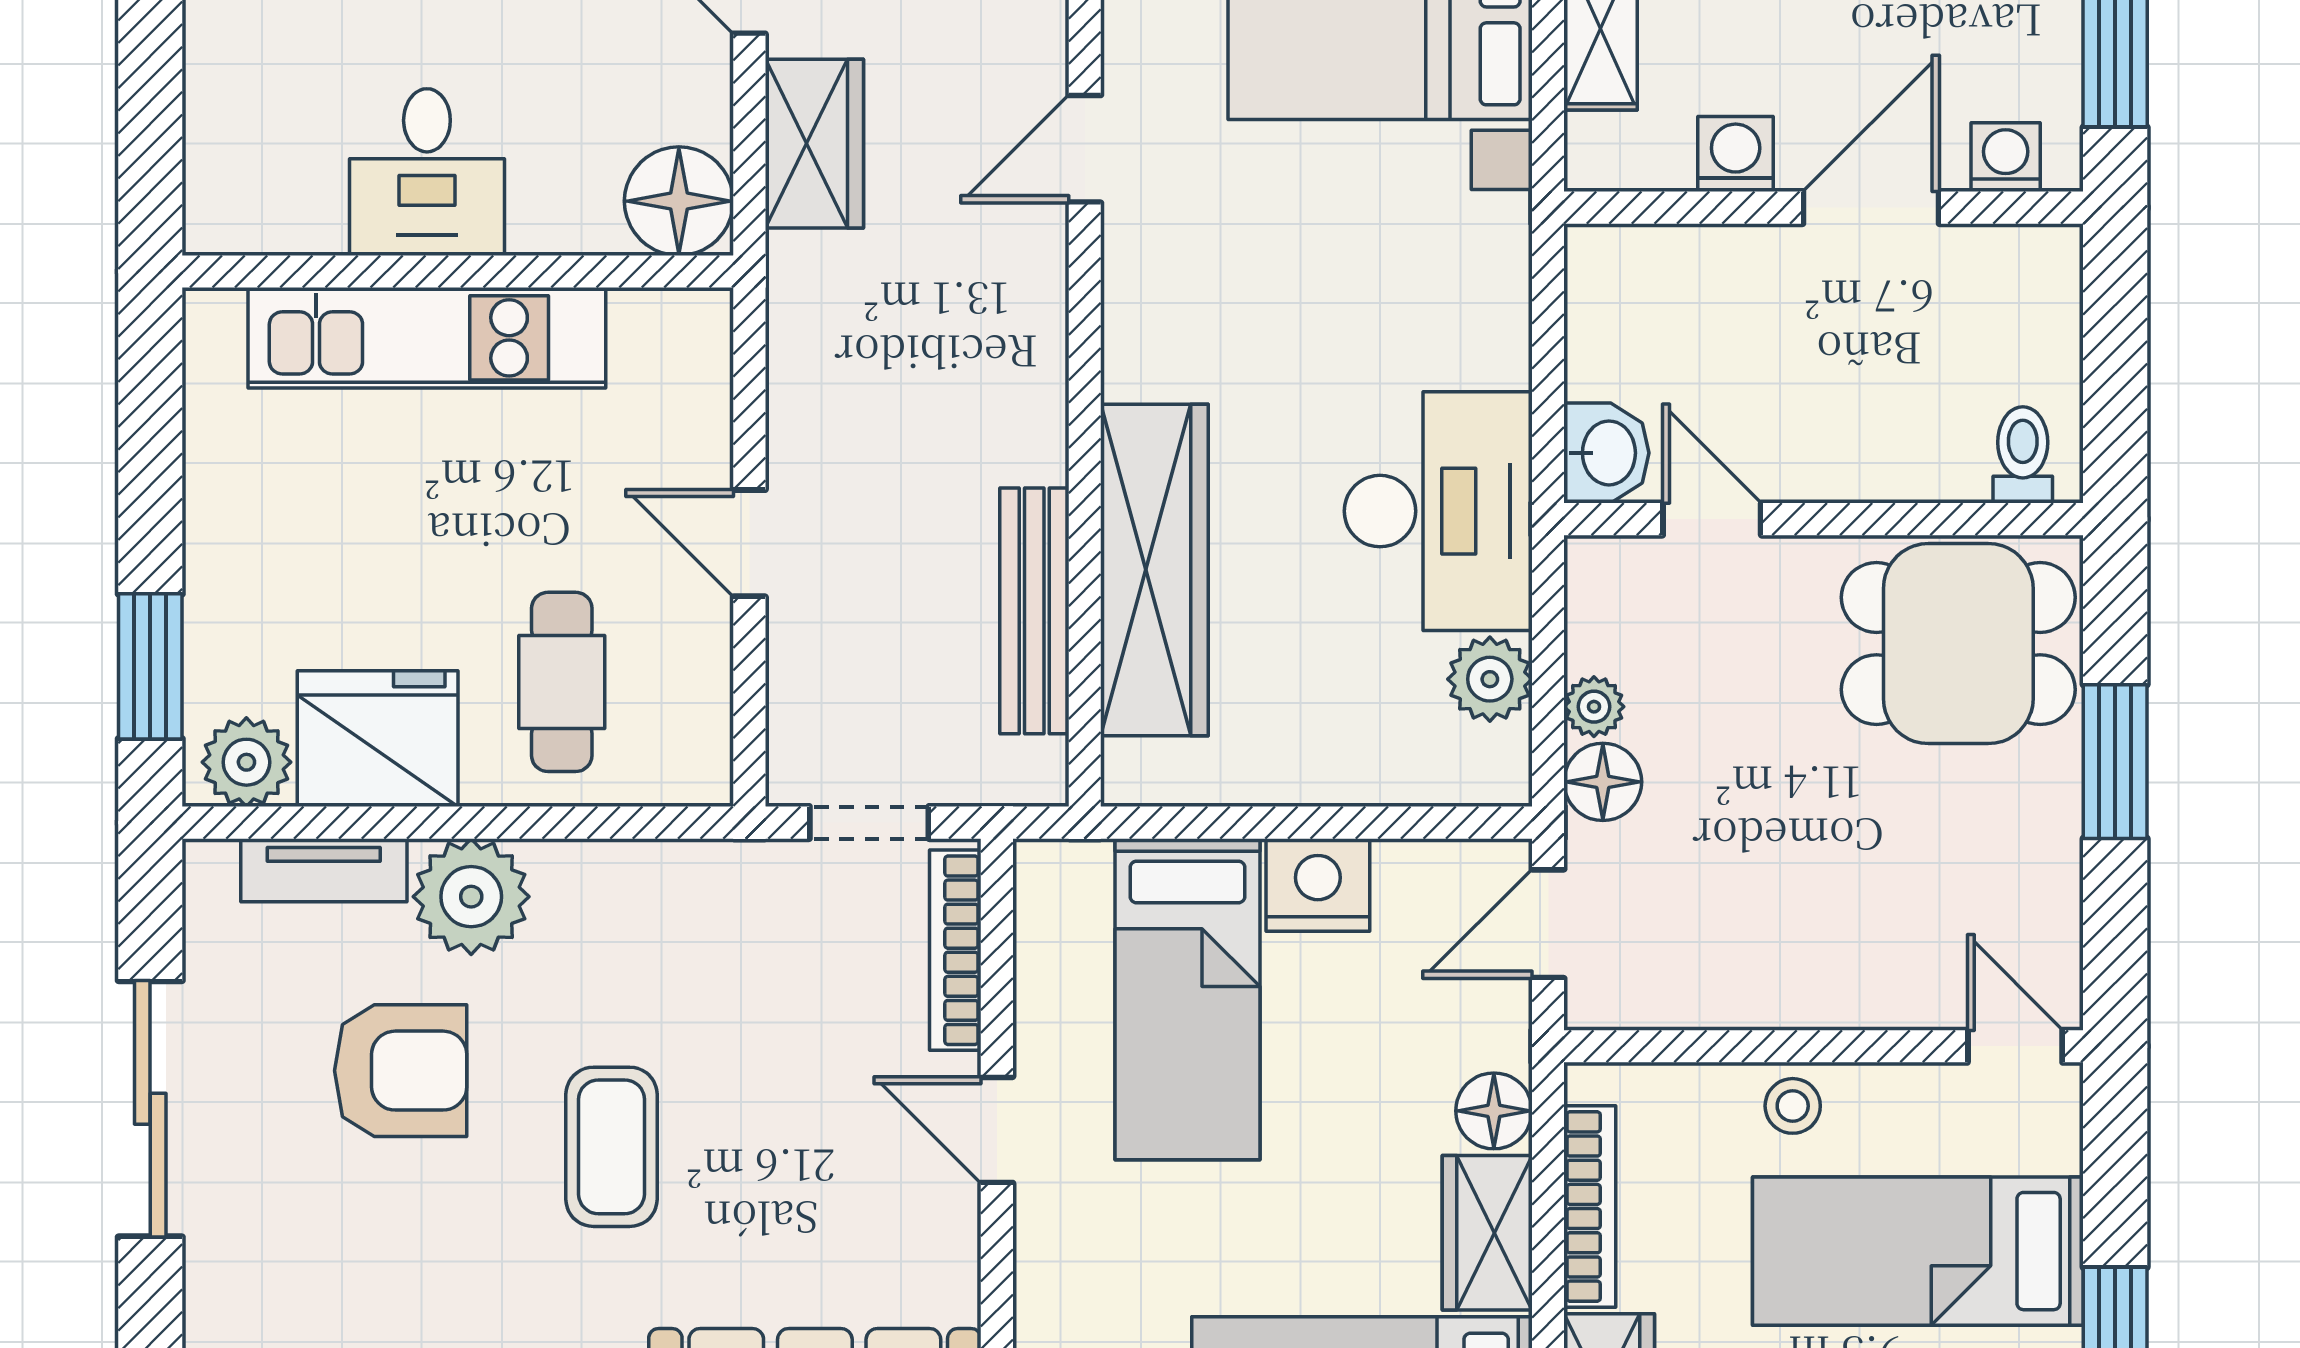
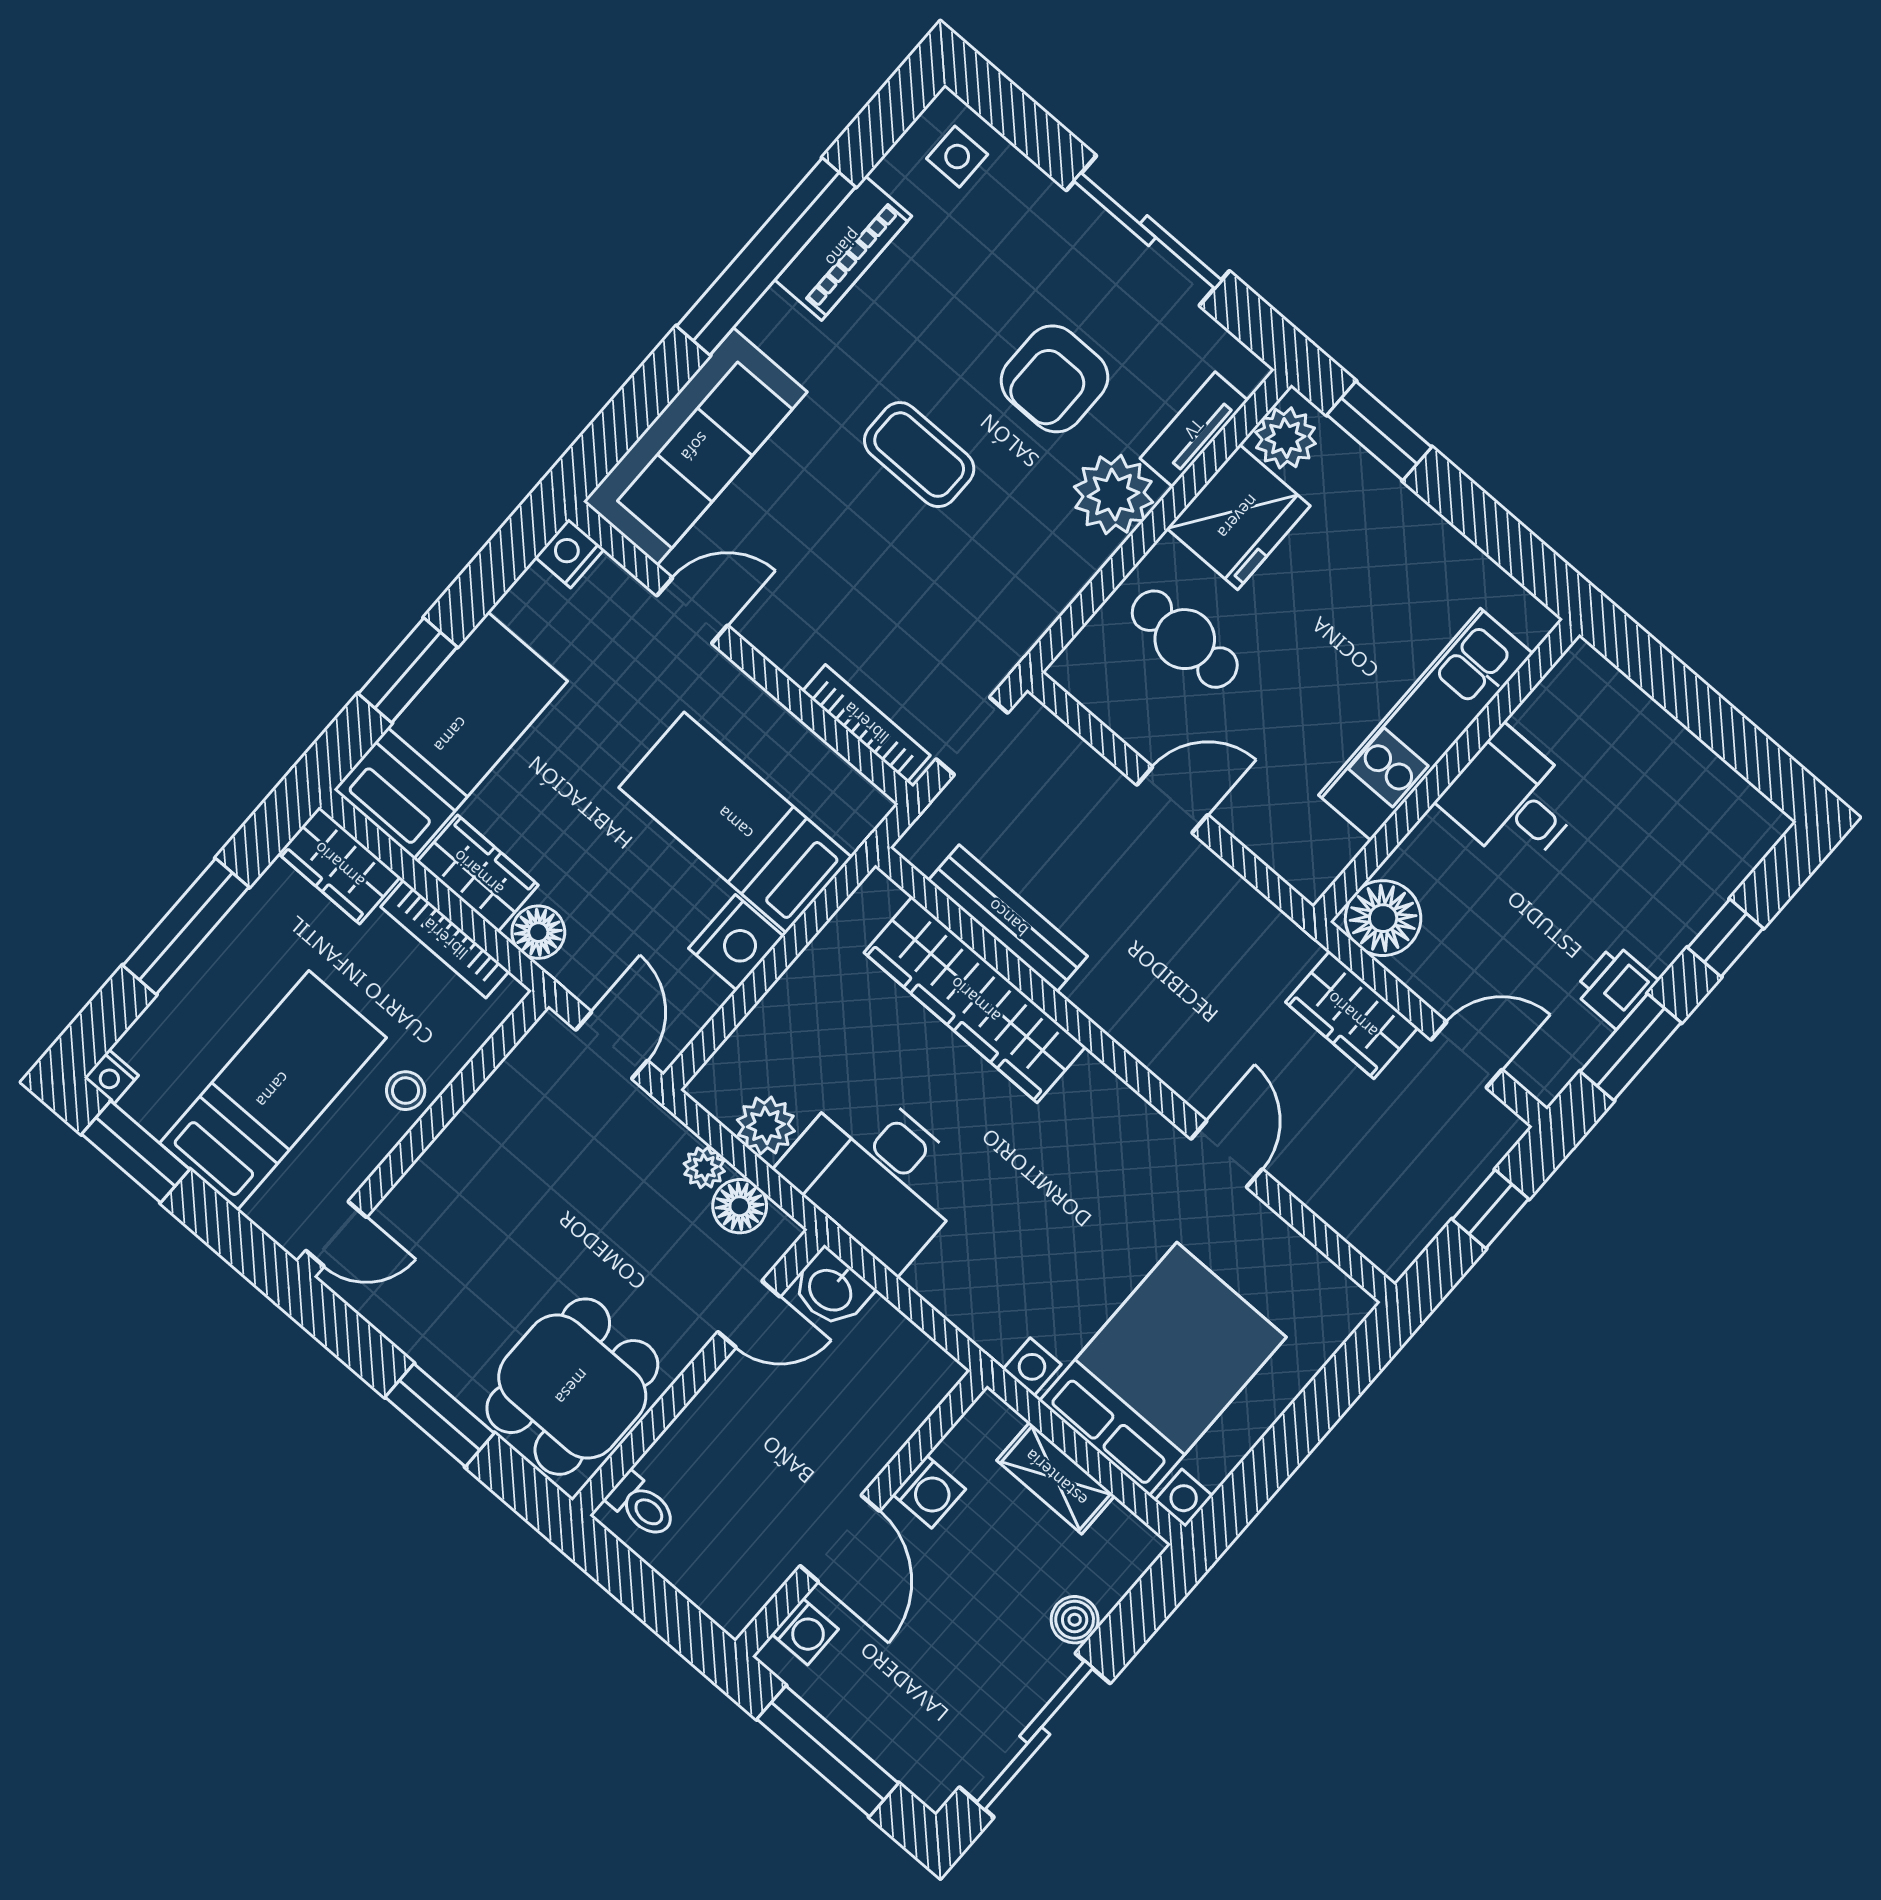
floor lamp: (1603, 782) -> (740, 1206), moved
door: (997, 1130) -> (692, 611), moved

